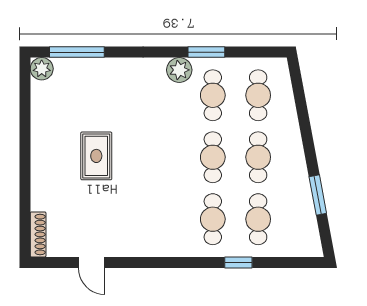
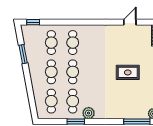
rug: (96, 156) -> (128, 72), turned 90
door: (92, 262) -> (130, 22), hinge flipped
window: (238, 262) -> (33, 22), moved

